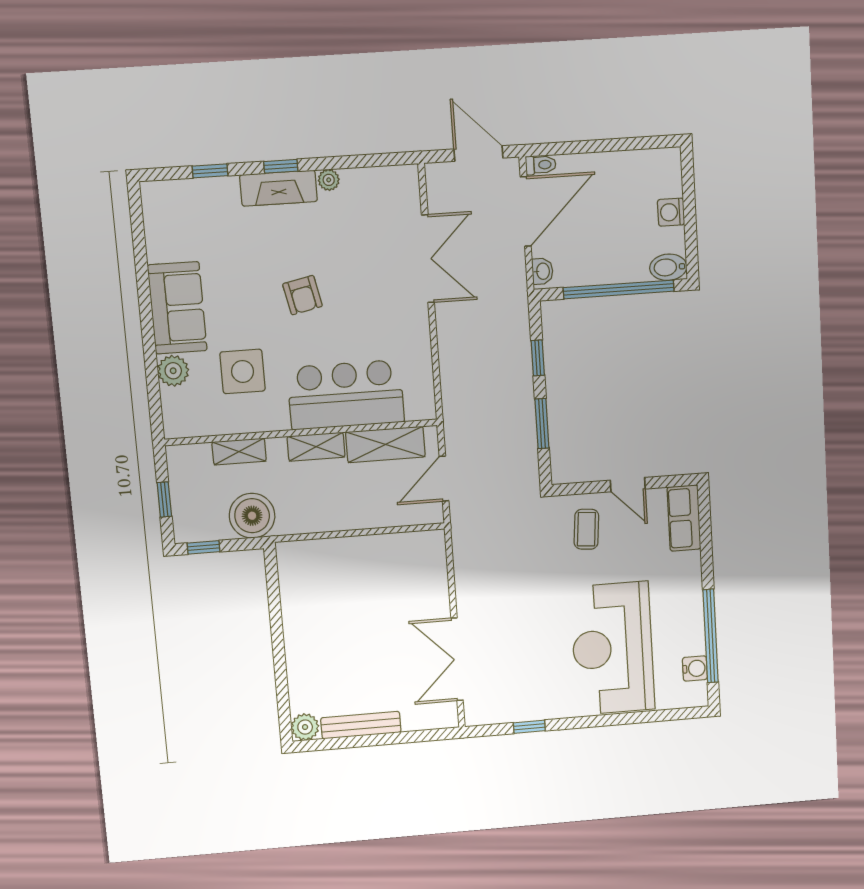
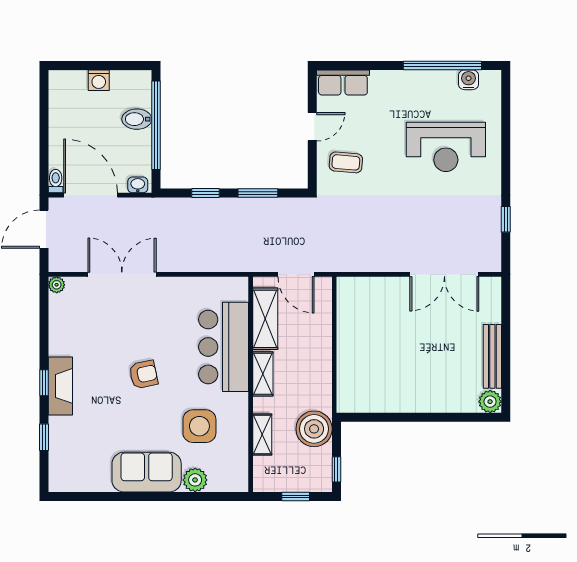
plant: (329, 180) -> (57, 285), moved
bidet: (668, 267) -> (137, 119), moved, turned 90
reception desk: (613, 648) -> (446, 147), width x0.74, depth x0.77

